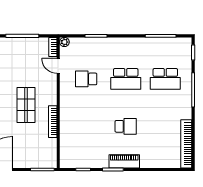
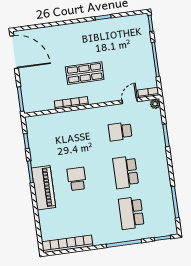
school desk: (86, 79) -> (120, 131), turned -90
school desk: (126, 126) -> (77, 179), turned 180
piano: (124, 161) -> (44, 188), width x1.37, depth x1.33

